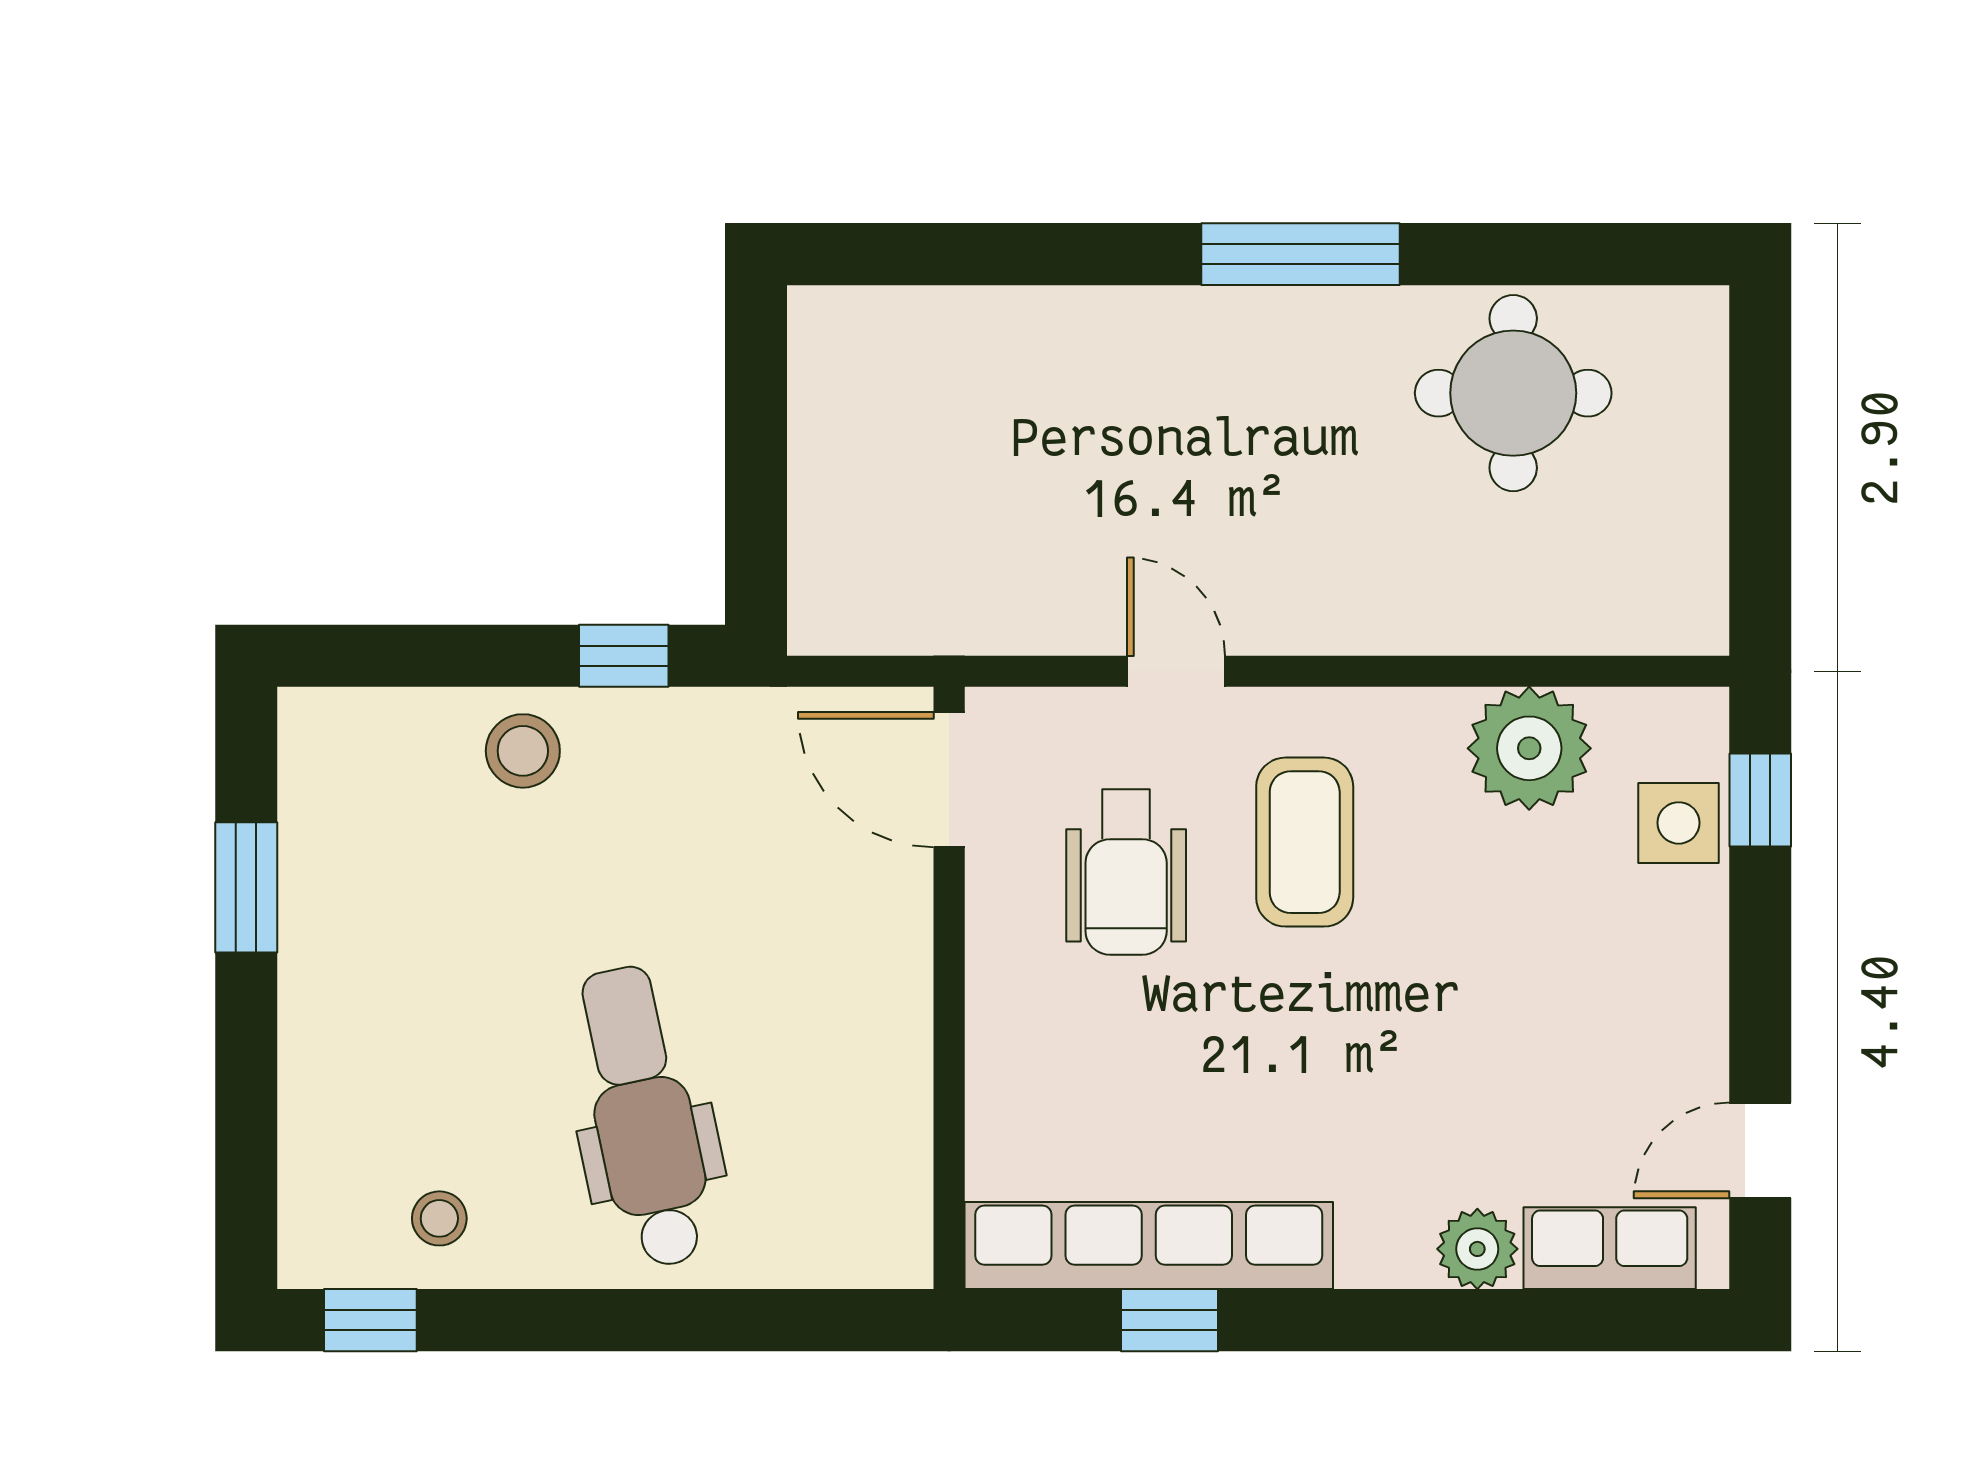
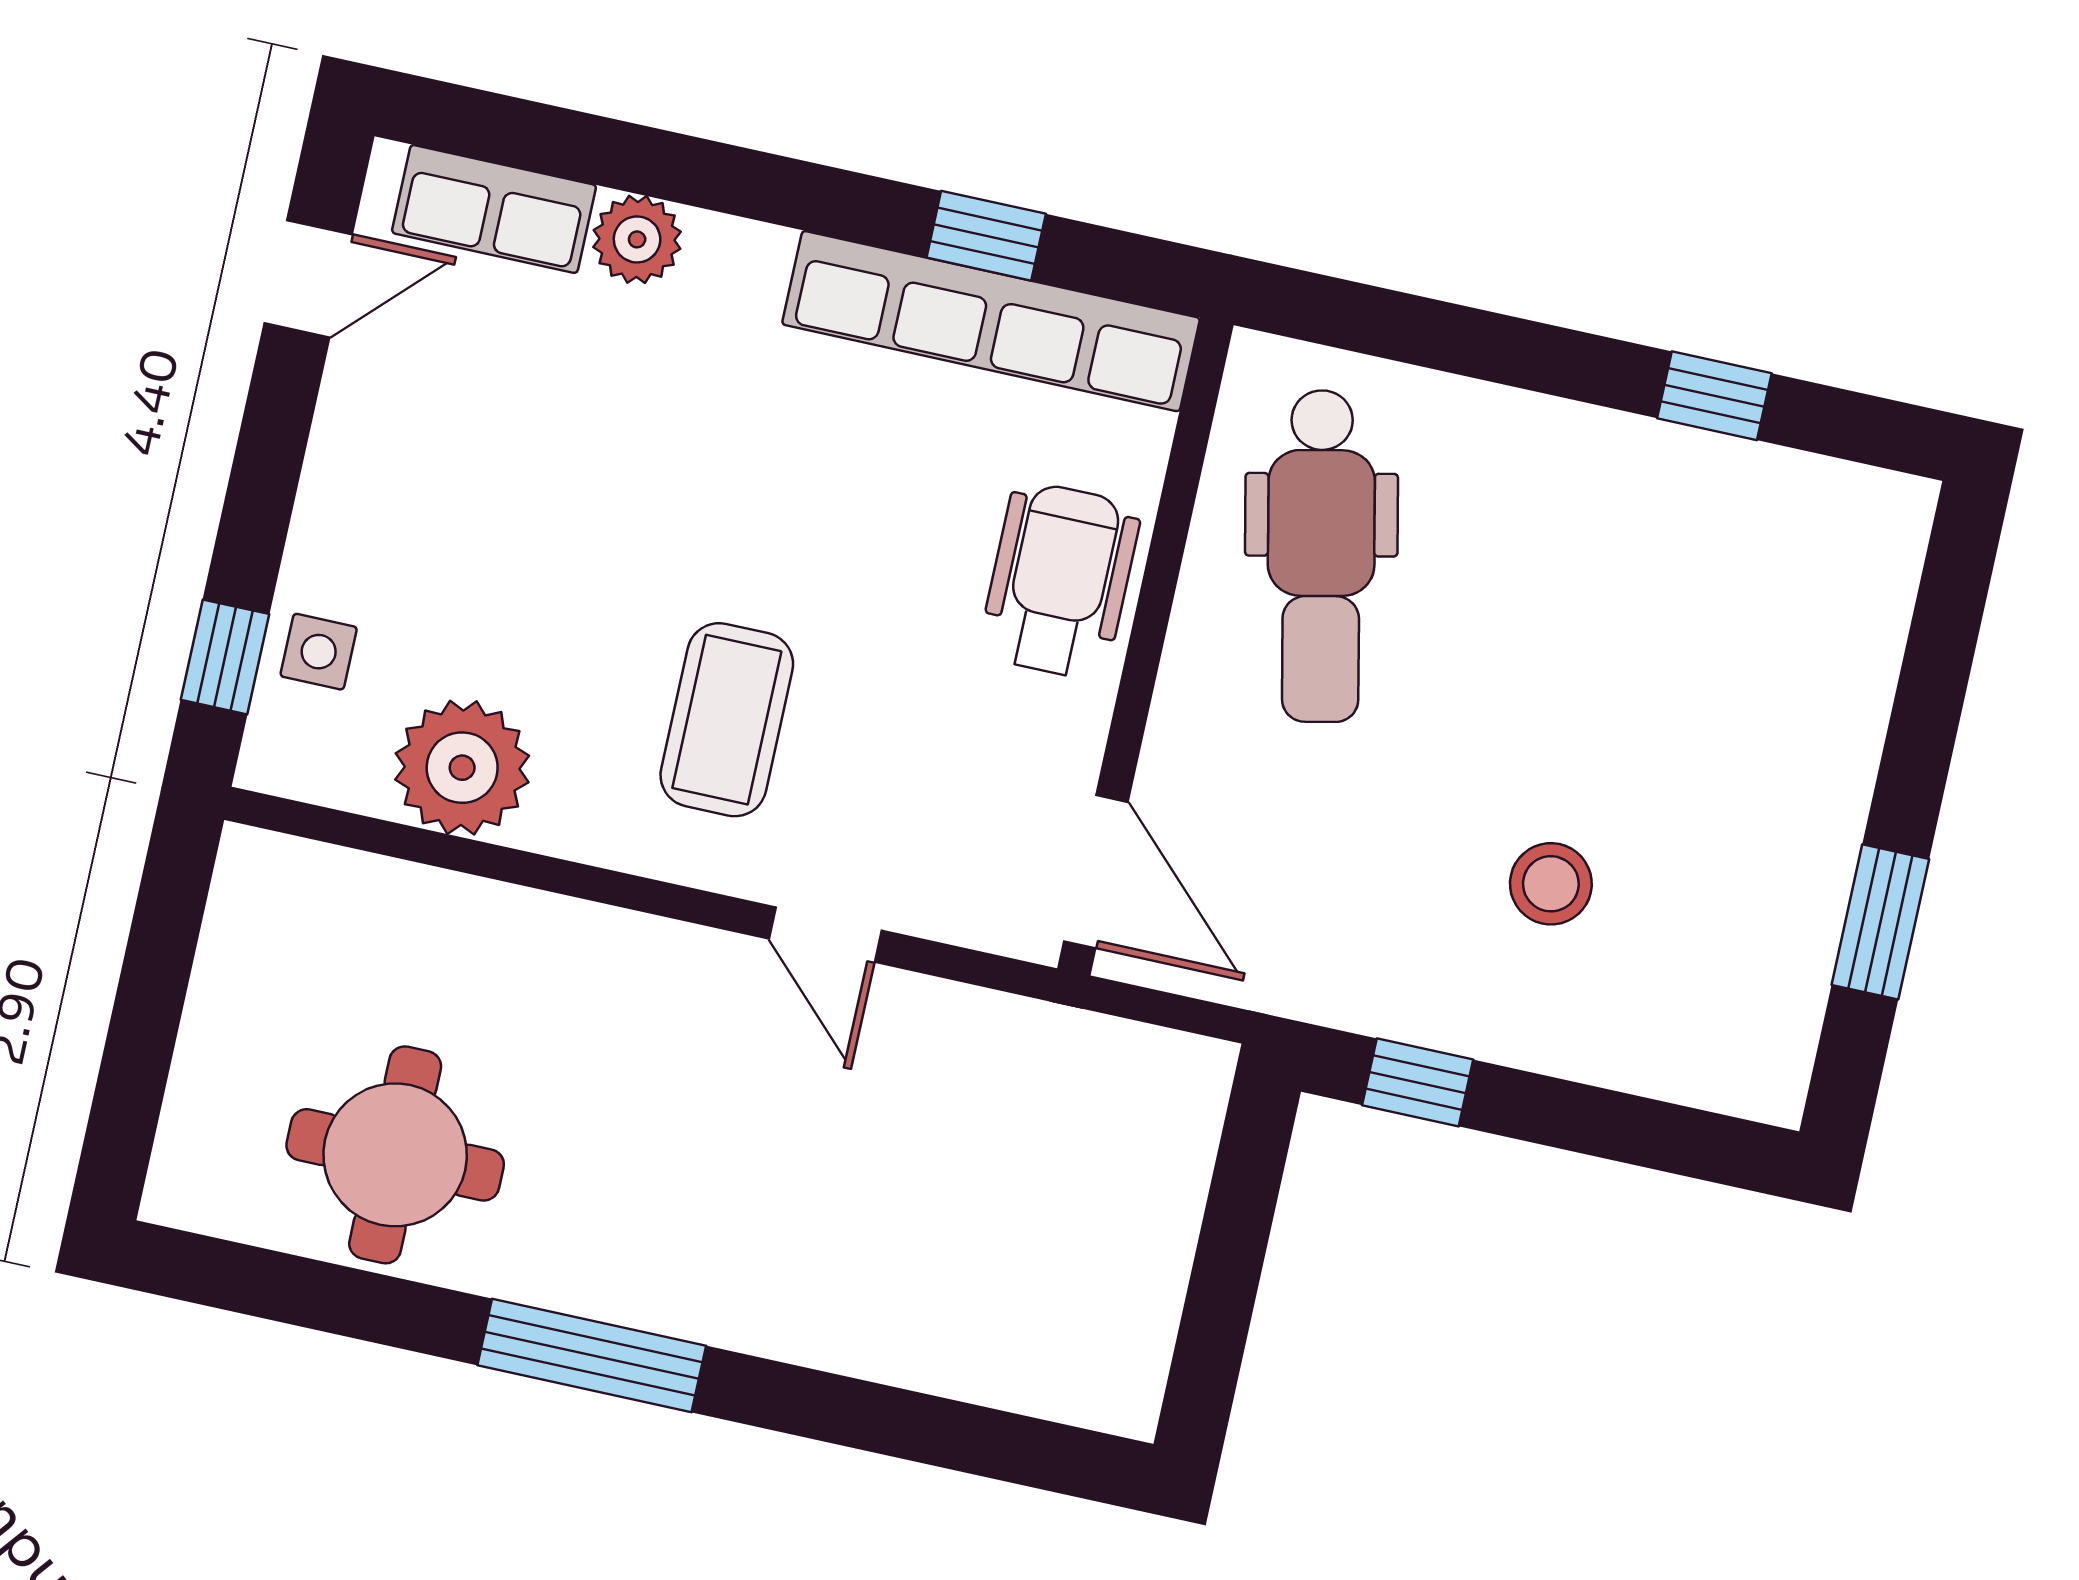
stool: (523, 751) -> (1551, 884), moved
side table: (1679, 823) -> (319, 652), width x0.73, depth x0.73
wheelchair: (1126, 872) -> (1060, 580), moved
dental chair: (644, 1117) -> (1321, 556), moved
stool: (439, 1218) -> (1750, 519), removed
window: (370, 1320) -> (1714, 396), moved

